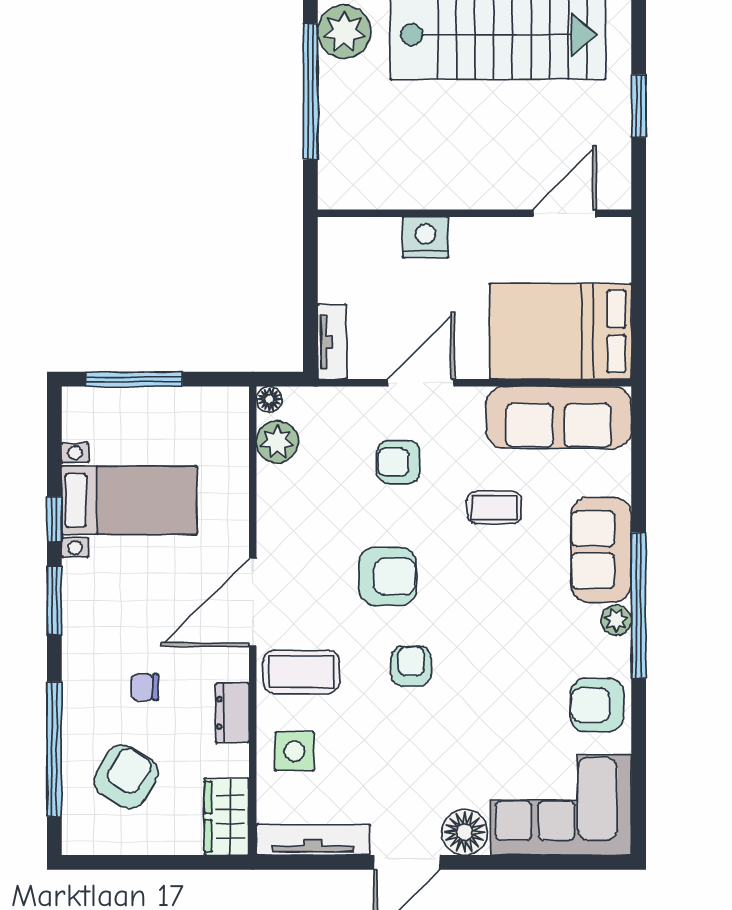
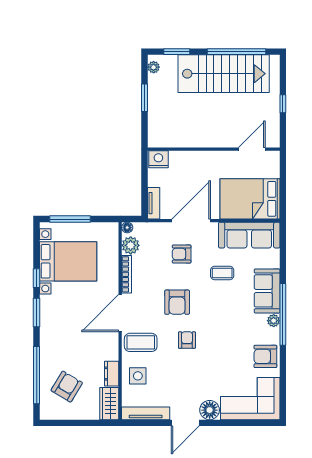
plant: (344, 32) -> (154, 67), width x0.53, depth x0.53
window: (310, 92) -> (145, 98), width x0.47
window: (639, 106) -> (283, 104), width x0.67
nightstand: (426, 237) -> (158, 159), moved
door: (421, 383) -> (191, 221), width x1.36
bed with nightstands: (129, 500) -> (68, 261), width x1.36
bookcase: (268, 510) -> (127, 274), added
armchair: (388, 576) -> (177, 302), turned 90
chair: (145, 687) -> (75, 349), removed
dresser: (232, 713) -> (112, 374), moved

